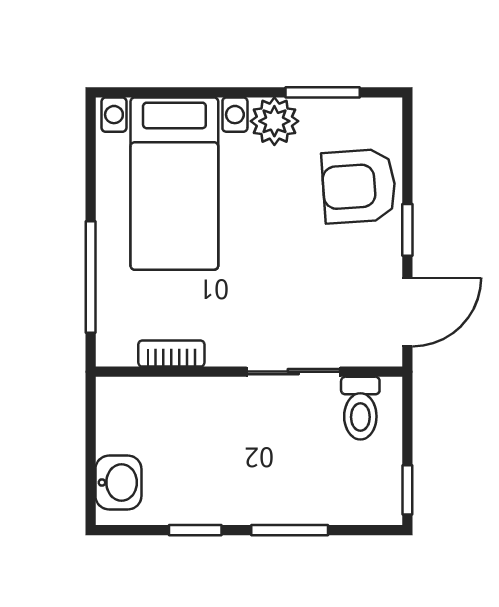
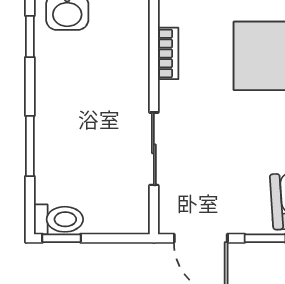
toilet: (360, 408) -> (58, 219), moved, turned 180
window: (195, 530) -> (30, 37), moved

